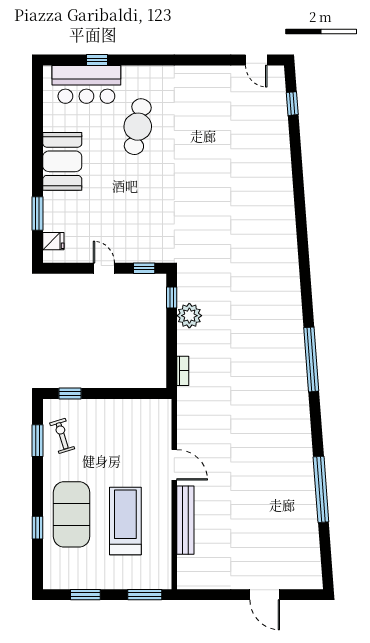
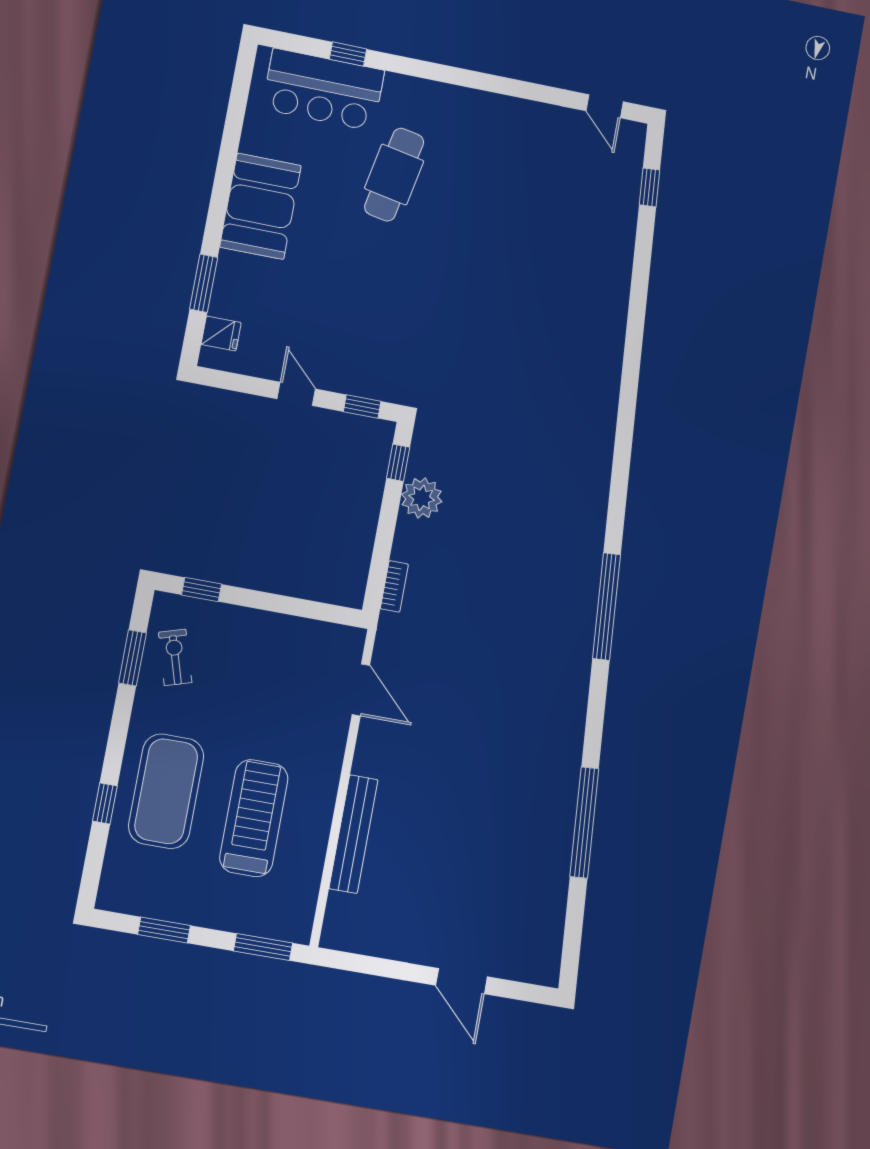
door: (174, 465) -> (361, 690), moved

